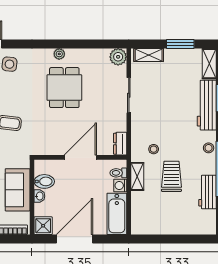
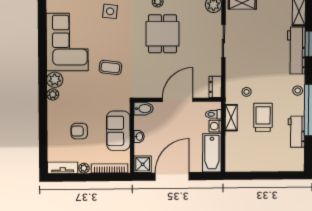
bidet: (44, 181) -> (144, 109), moved

